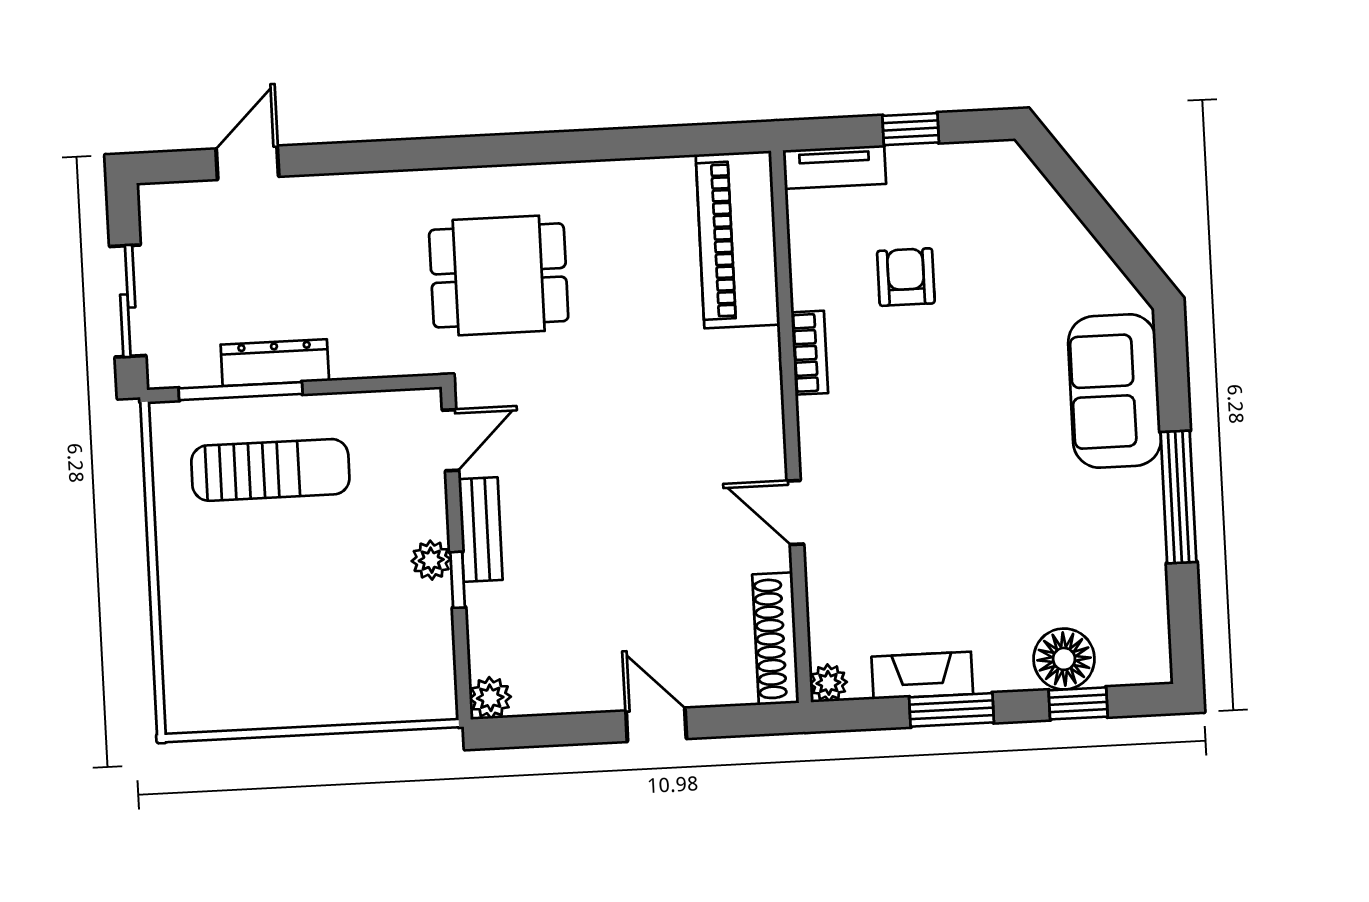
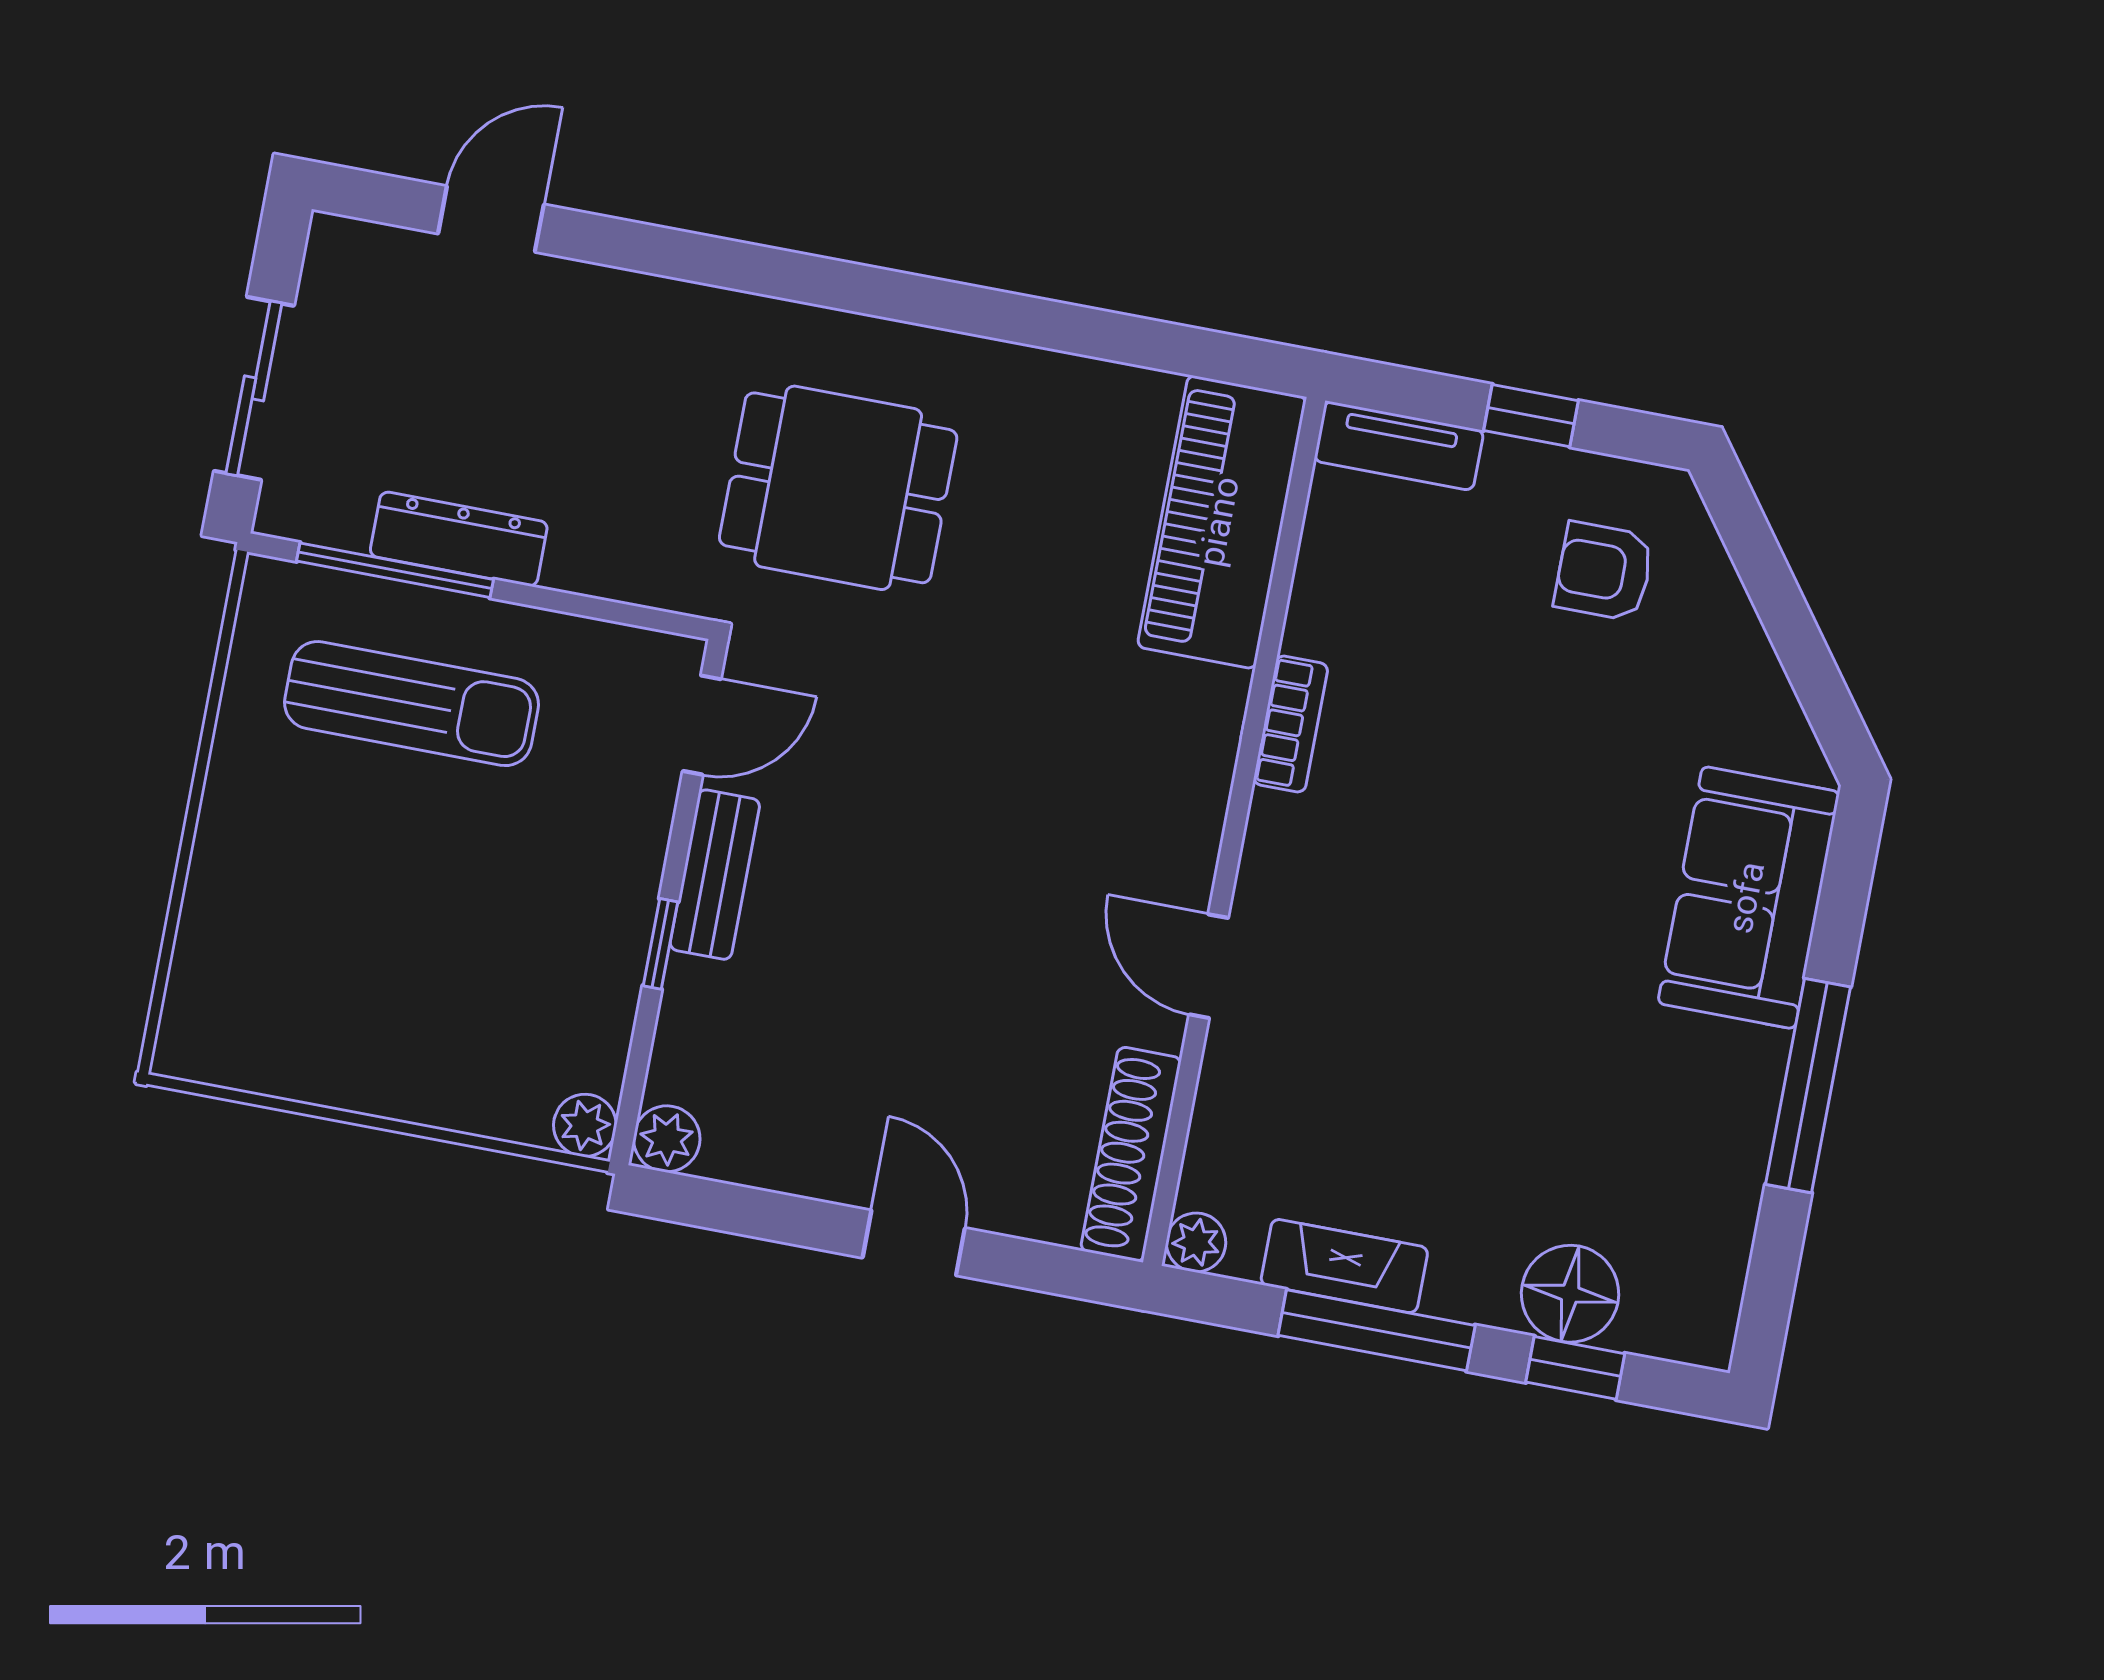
armchair: (906, 277) -> (1604, 571), moved, turned -90
plant: (431, 560) -> (585, 1125), moved
window: (951, 710) -> (1377, 1330), width x1.44

